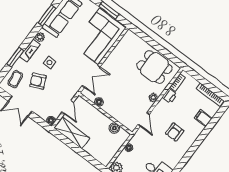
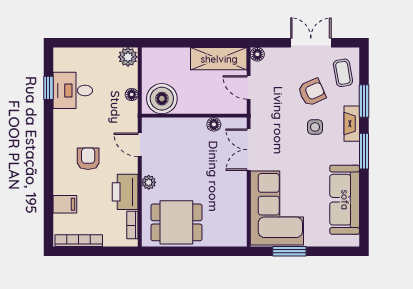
window: (47, 15) -> (364, 151), moved
plant: (40, 37) -> (352, 150), removed
printer: (170, 96) -> (125, 192), width x1.87, depth x1.48
boiler: (114, 128) -> (162, 99), width x1.86, depth x1.86

